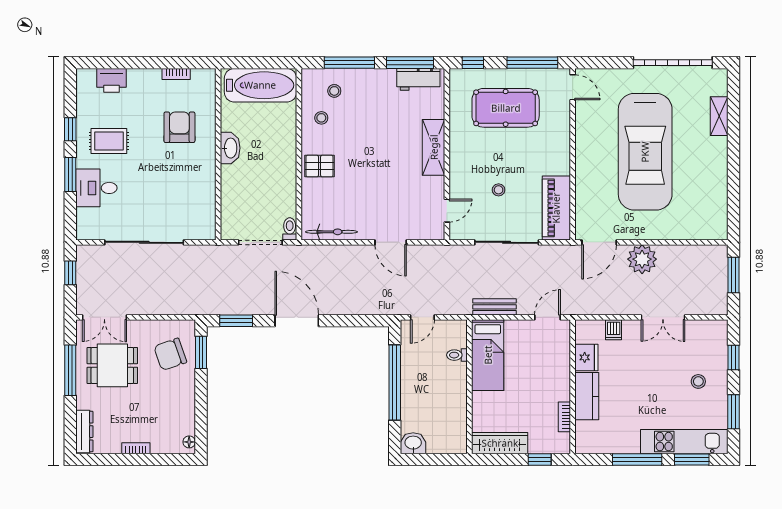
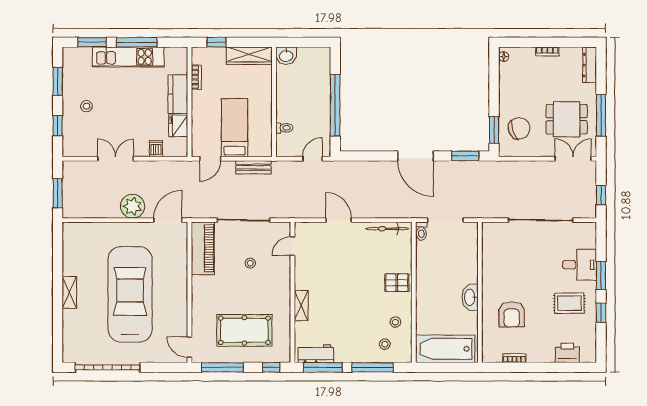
shelving: (719, 116) -> (69, 292), moved
shelving: (434, 147) -> (301, 305), width x0.67, depth x0.75
bed: (488, 355) -> (235, 128), moved
kitchen unit: (684, 442) -> (128, 57), moved
washbasin: (413, 443) -> (286, 56), moved

